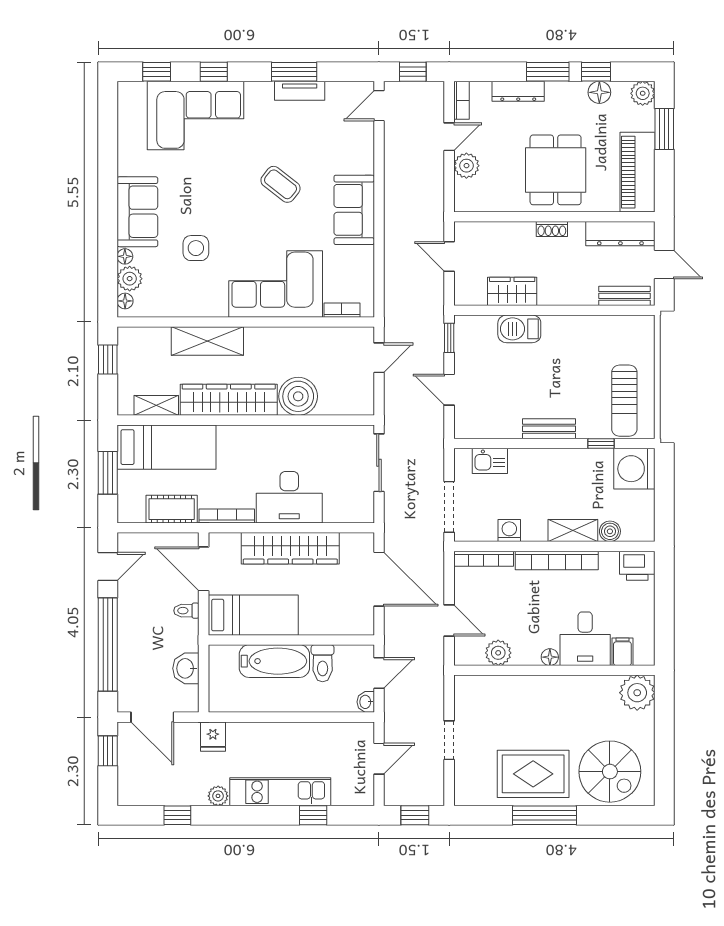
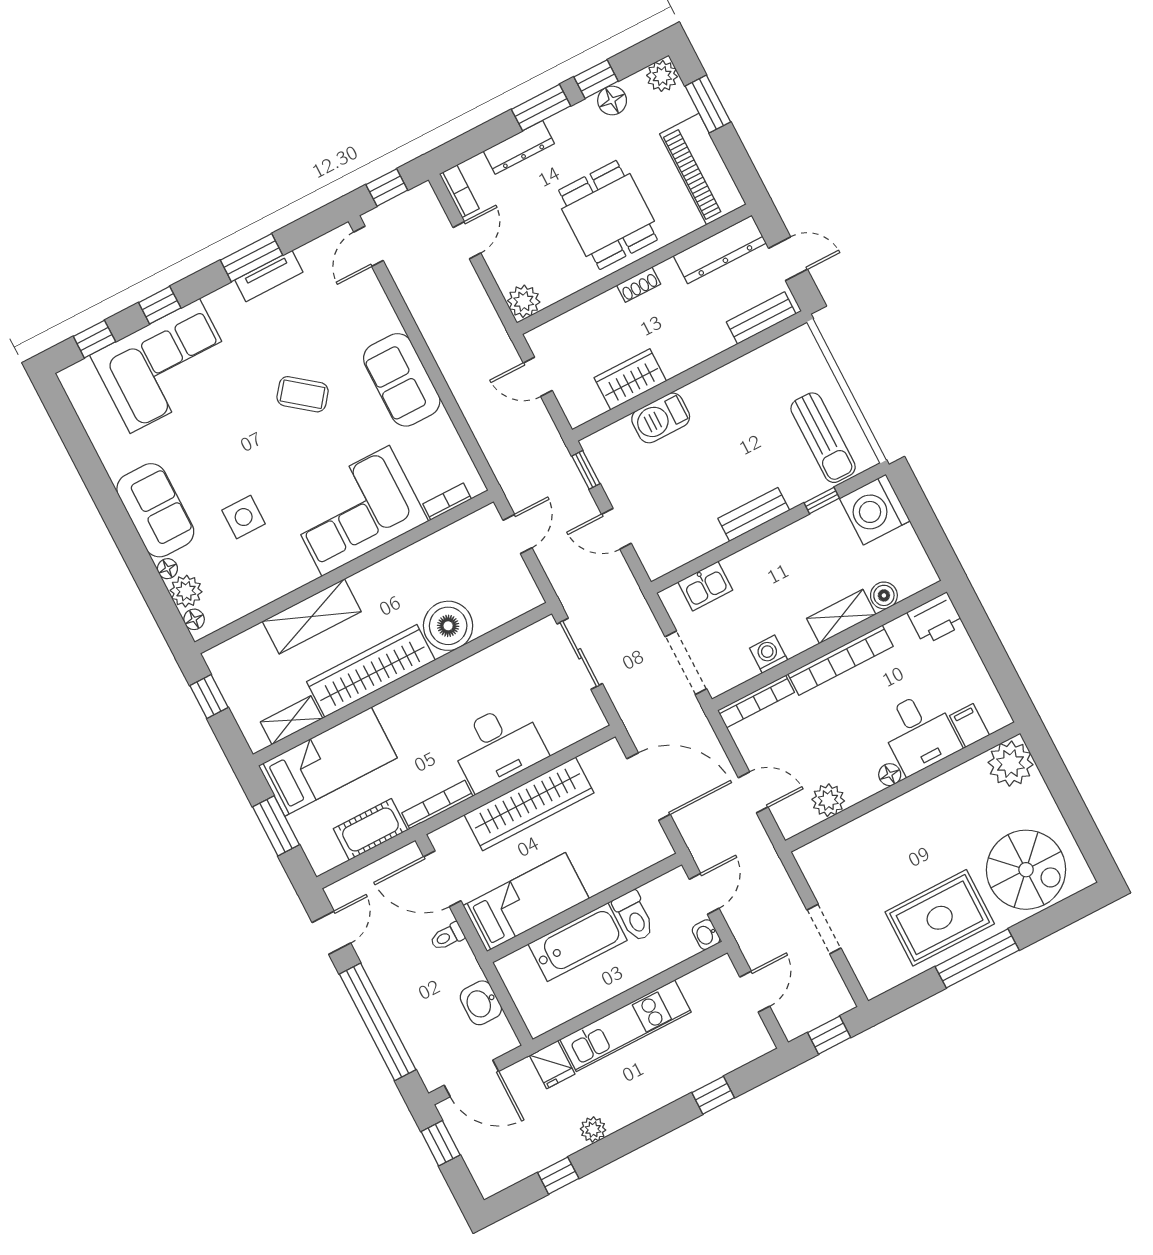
plant: (466, 166) -> (524, 301), moved
kitchen unit: (280, 792) -> (625, 1026), moved, turned 180

